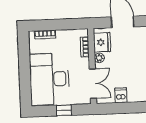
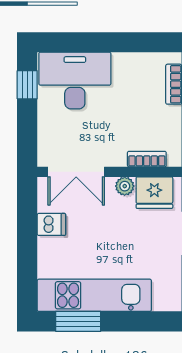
desk: (49, 79) -> (75, 81), width x0.73, depth x0.77
window: (64, 110) -> (27, 85), moved

